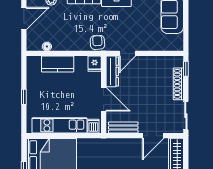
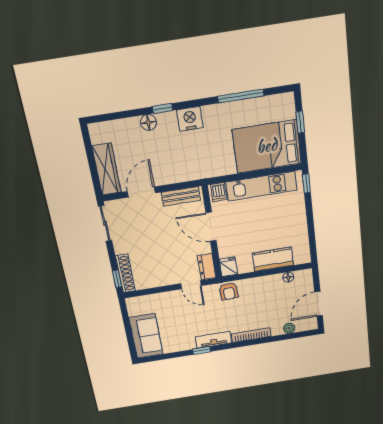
door: (127, 53) -> (191, 285), swing flipped
dresser: (112, 71) -> (207, 267), width x0.70
shoe rack: (178, 84) -> (125, 273), moved
window: (24, 97) -> (306, 183), moved

